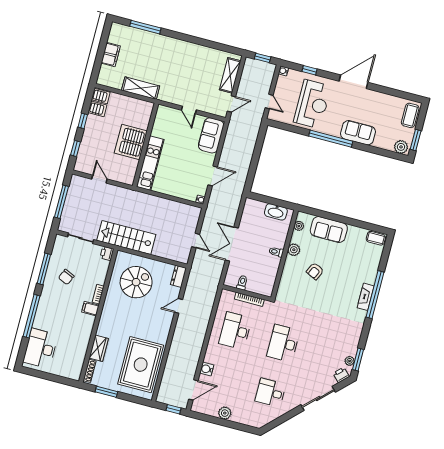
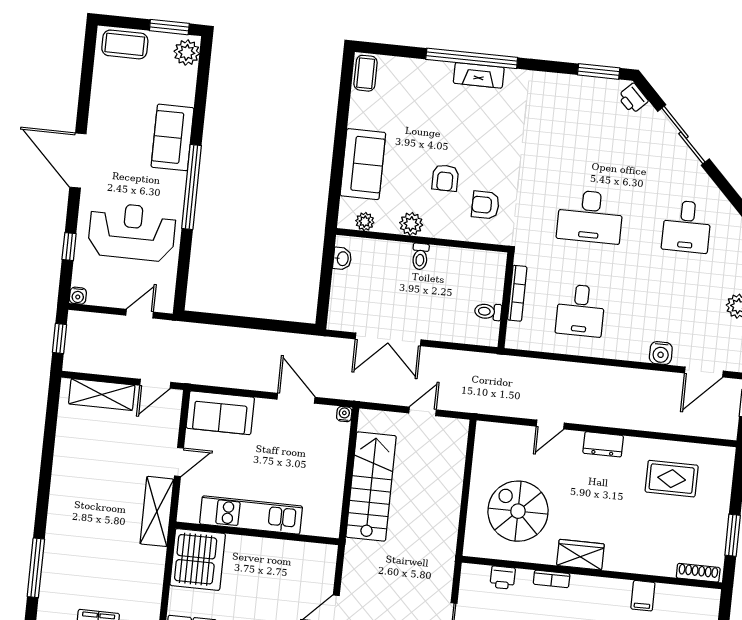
shelving: (141, 88) -> (157, 511), moved
door: (231, 104) -> (155, 384), swing flipped
server rack: (131, 142) -> (198, 559), moved, turned -90
kitchen unit: (150, 163) -> (251, 515), moved
washbasin: (276, 212) -> (342, 259), width x0.52, depth x0.69
stairs: (126, 237) -> (371, 487), moved, turned 180
double door: (232, 244) -> (388, 339), moved
printer: (107, 253) -> (503, 578), moved
armchair: (315, 271) -> (445, 178), turned 65
dresser: (178, 276) -> (603, 444), moved
armchair: (298, 290) -> (485, 205), added
door: (178, 306) -> (550, 425), hinge flipped
filing cabinet: (90, 309) -> (643, 596), moved
desk: (235, 331) -> (580, 310), width x0.73
wardrobe: (99, 348) -> (580, 555), moved
plant: (350, 361) -> (604, 87), removed
rug: (141, 365) -> (672, 479), width x0.54, depth x0.49
door: (193, 390) -> (704, 372), swing flipped

